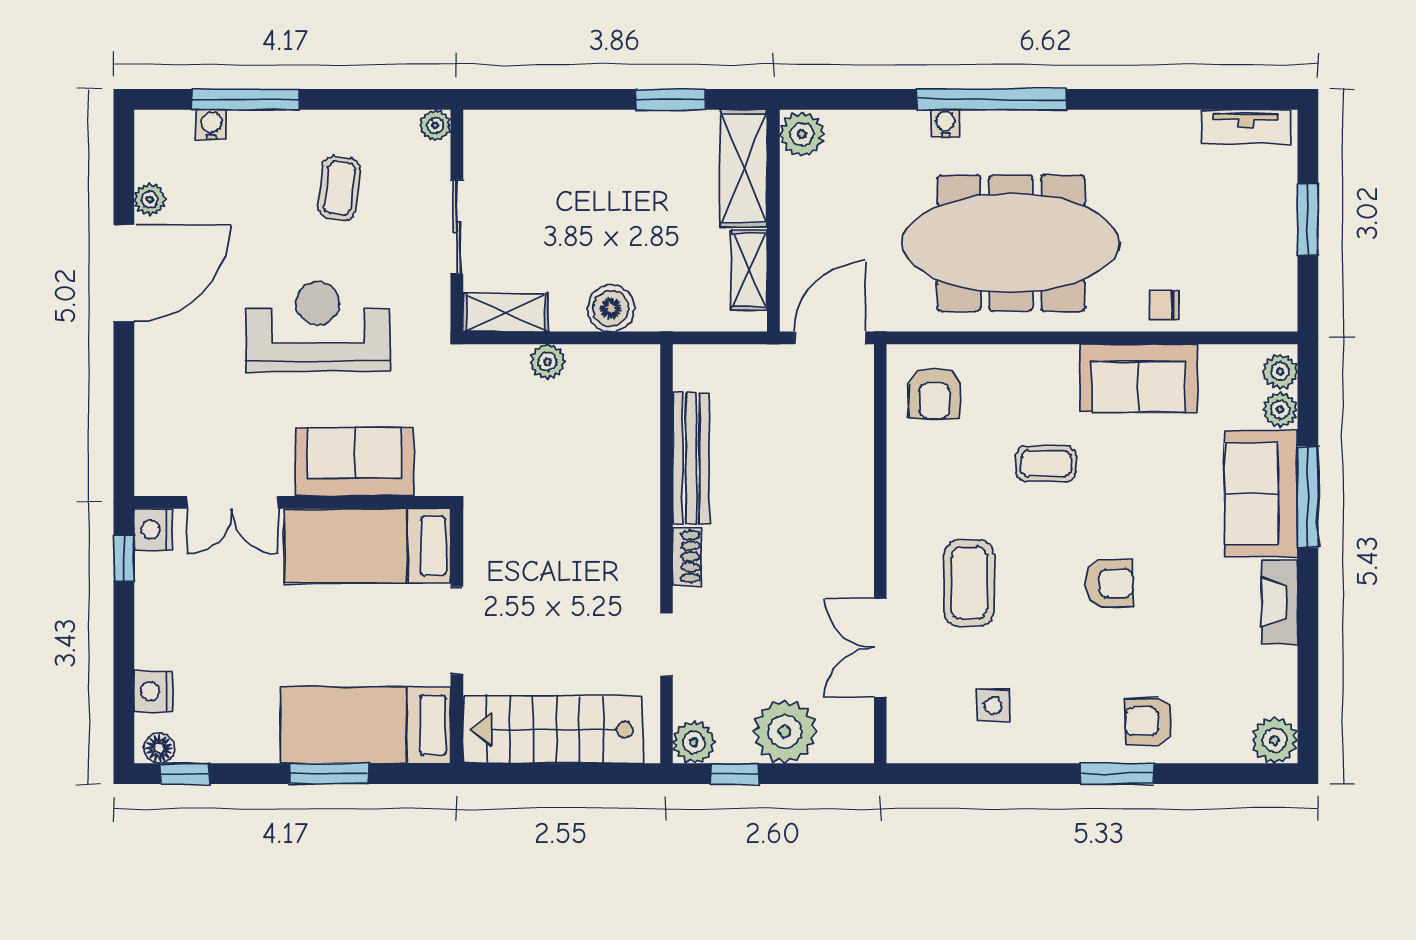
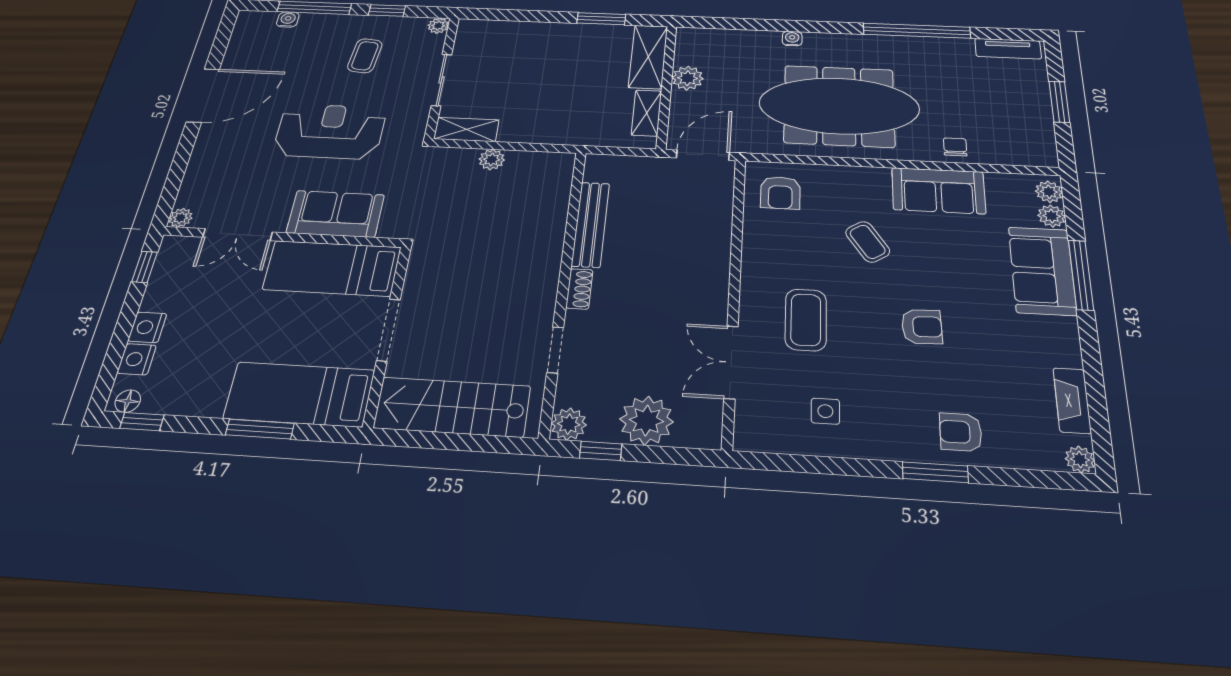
window: (355, 99) -> (387, 10), added
window: (992, 99) -> (917, 31), moved
plant: (802, 134) -> (688, 78), moved
plant: (150, 199) -> (181, 218), moved
chair: (1164, 305) -> (955, 147), turned 90
boiler: (611, 308) -> (543, 130), removed
coffee table: (1046, 464) -> (868, 242), turned 57
nightstand: (153, 530) -> (147, 327), moved
fireplace: (1280, 602) -> (1072, 400), moved
plant: (1274, 740) -> (1080, 459), width x0.73, depth x0.73

